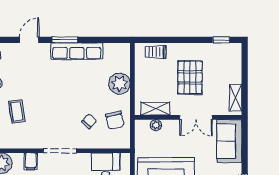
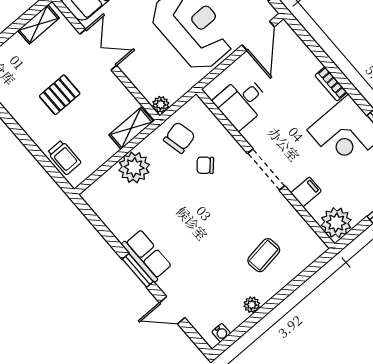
row of seats: (77, 51) -> (147, 256), width x0.68
pallet: (190, 77) -> (60, 95), width x0.67, depth x0.71
shelving: (155, 109) -> (131, 128), moved, turned 90
plant: (156, 125) -> (161, 104), moved

